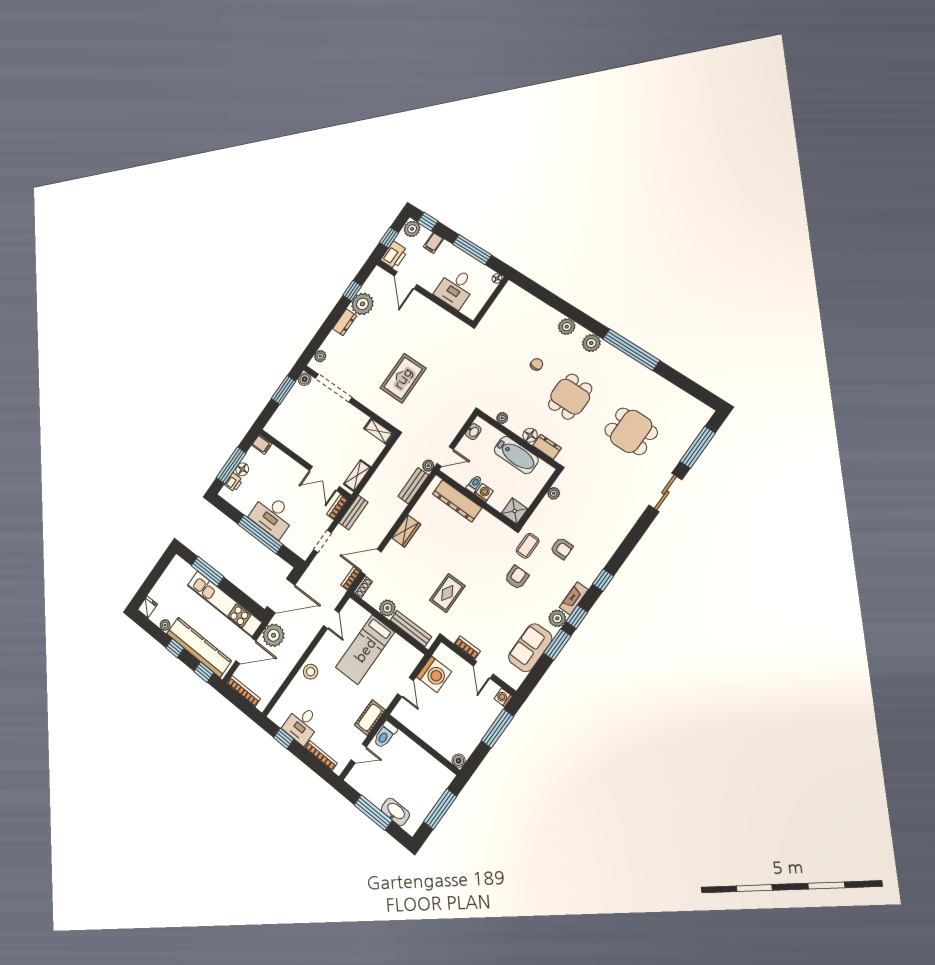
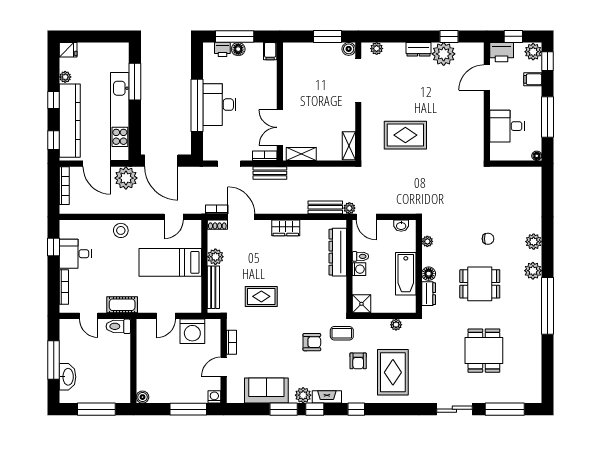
rug: (593, 525) -> (393, 372), added

